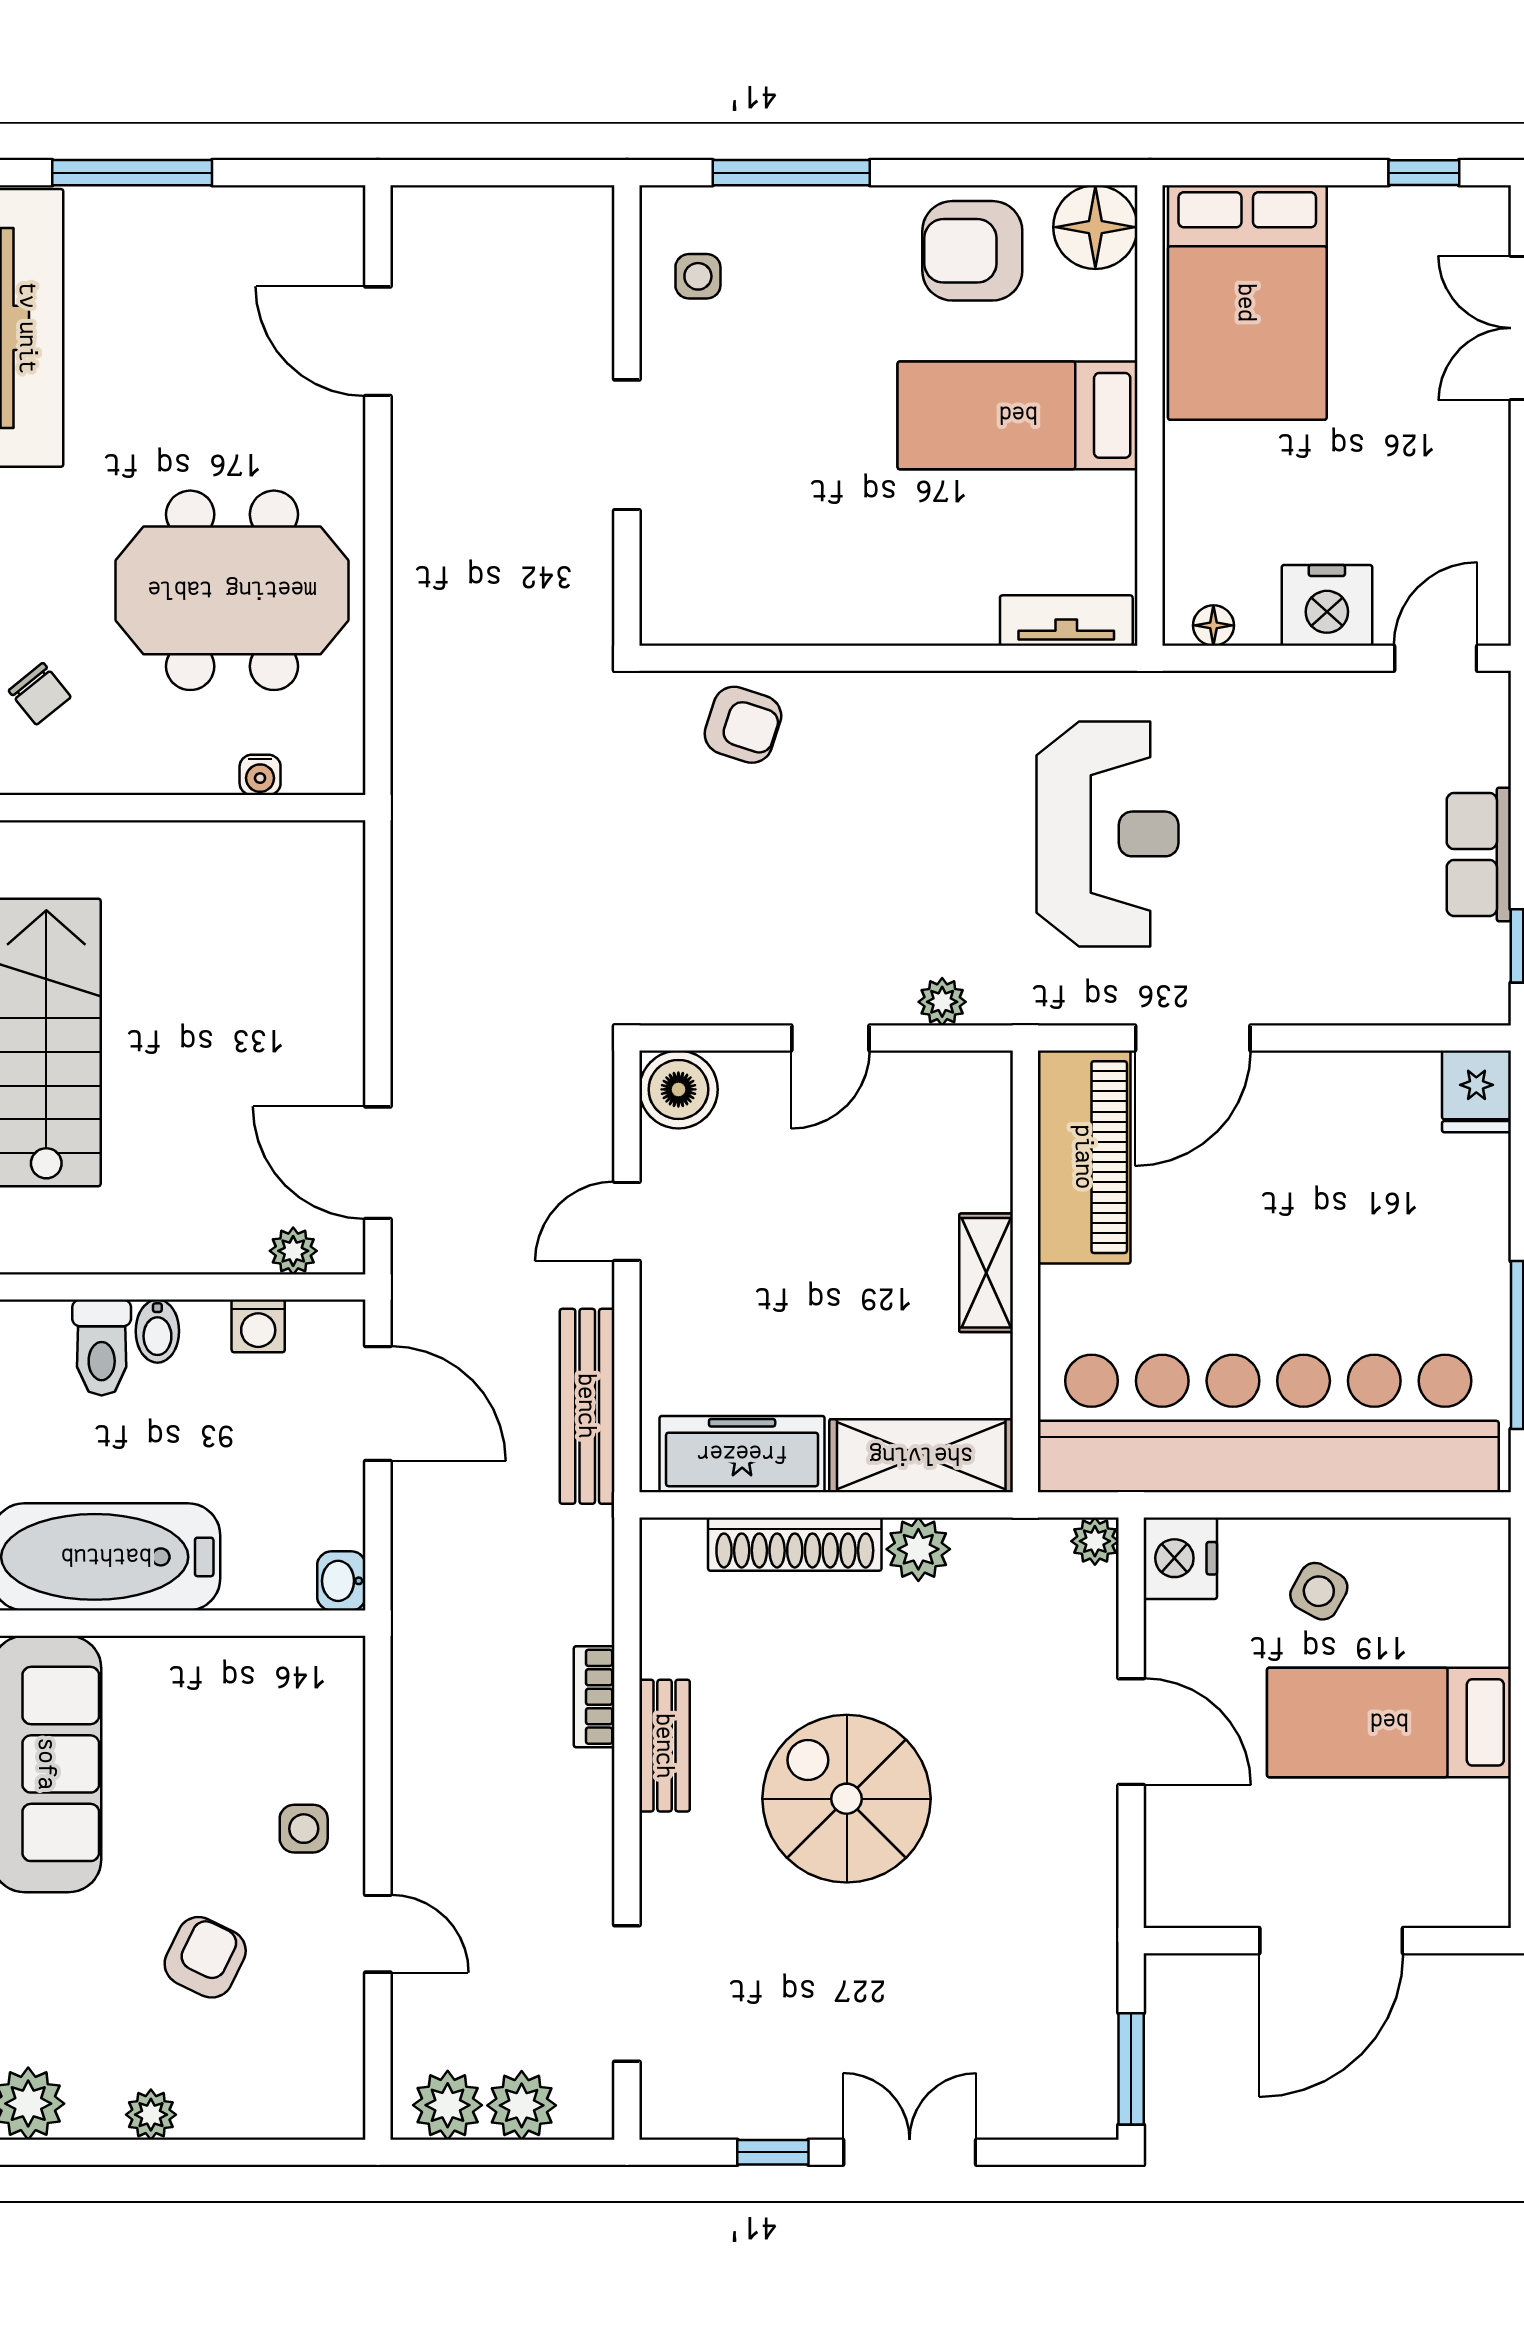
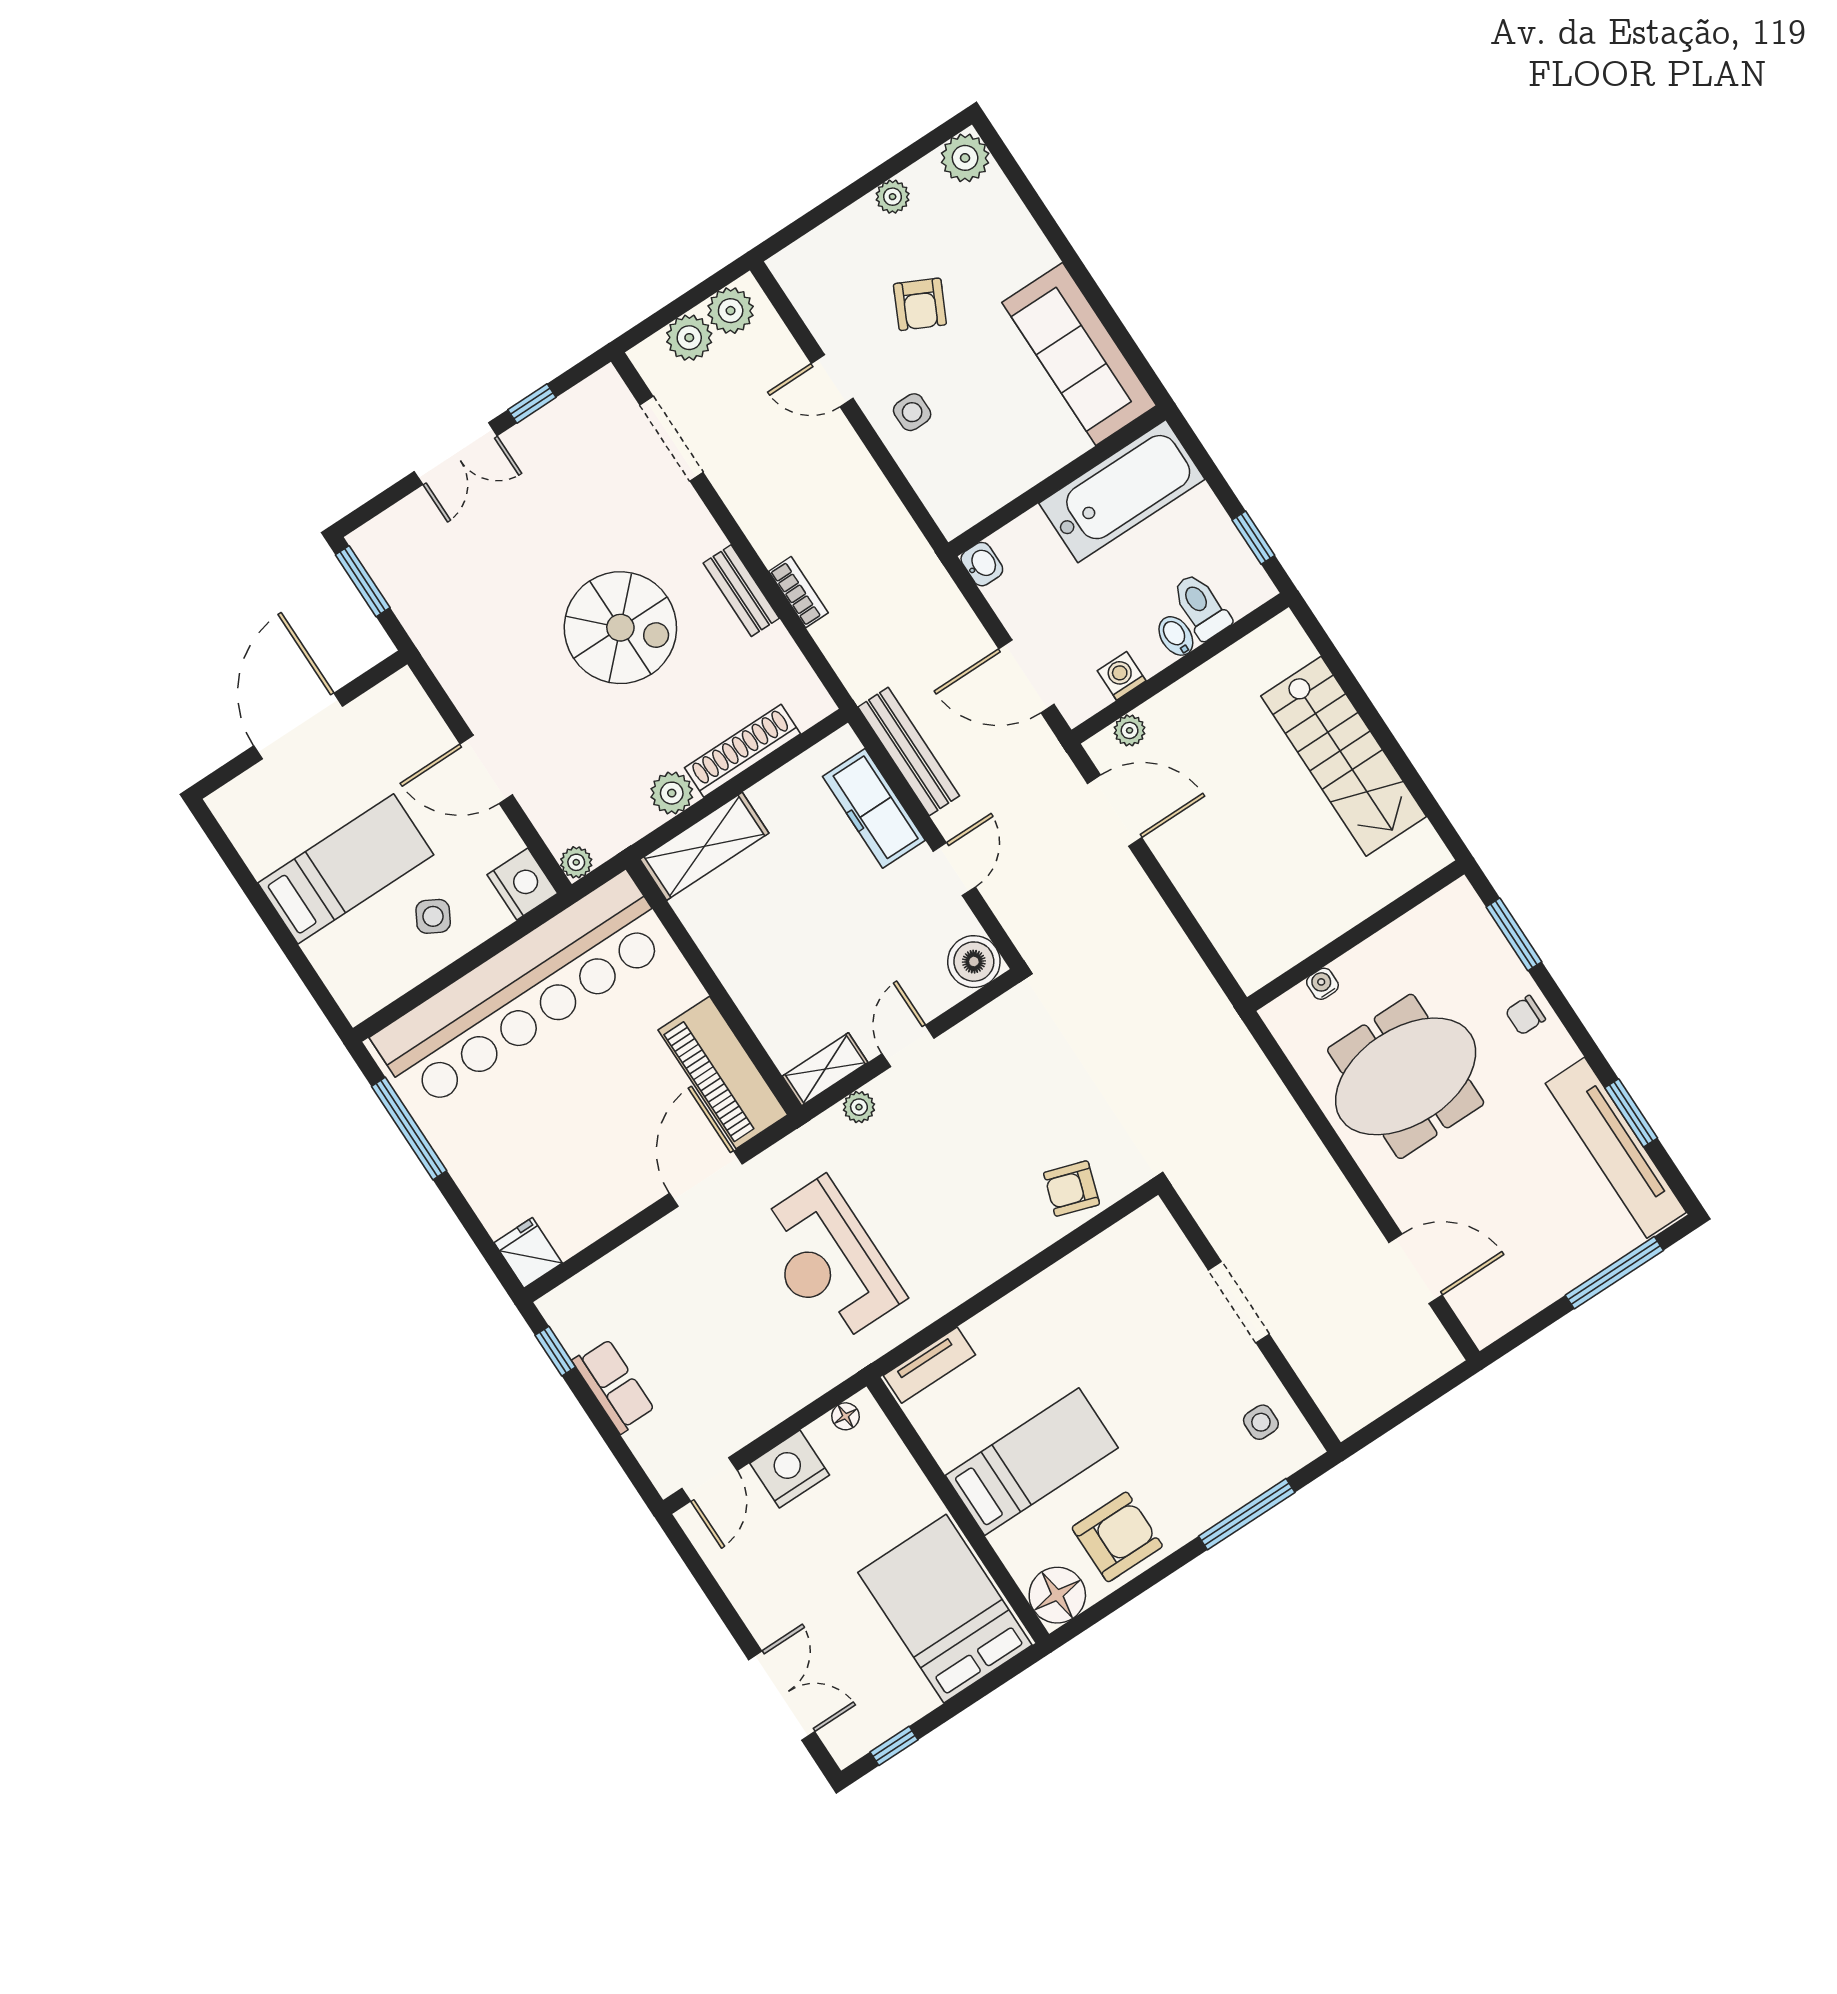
chair: (40, 694) -> (1525, 1015), moved, turned -51
shelving: (986, 1273) -> (825, 1069), moved, turned 90
freezer: (742, 1454) -> (874, 808), moved, turned 90

